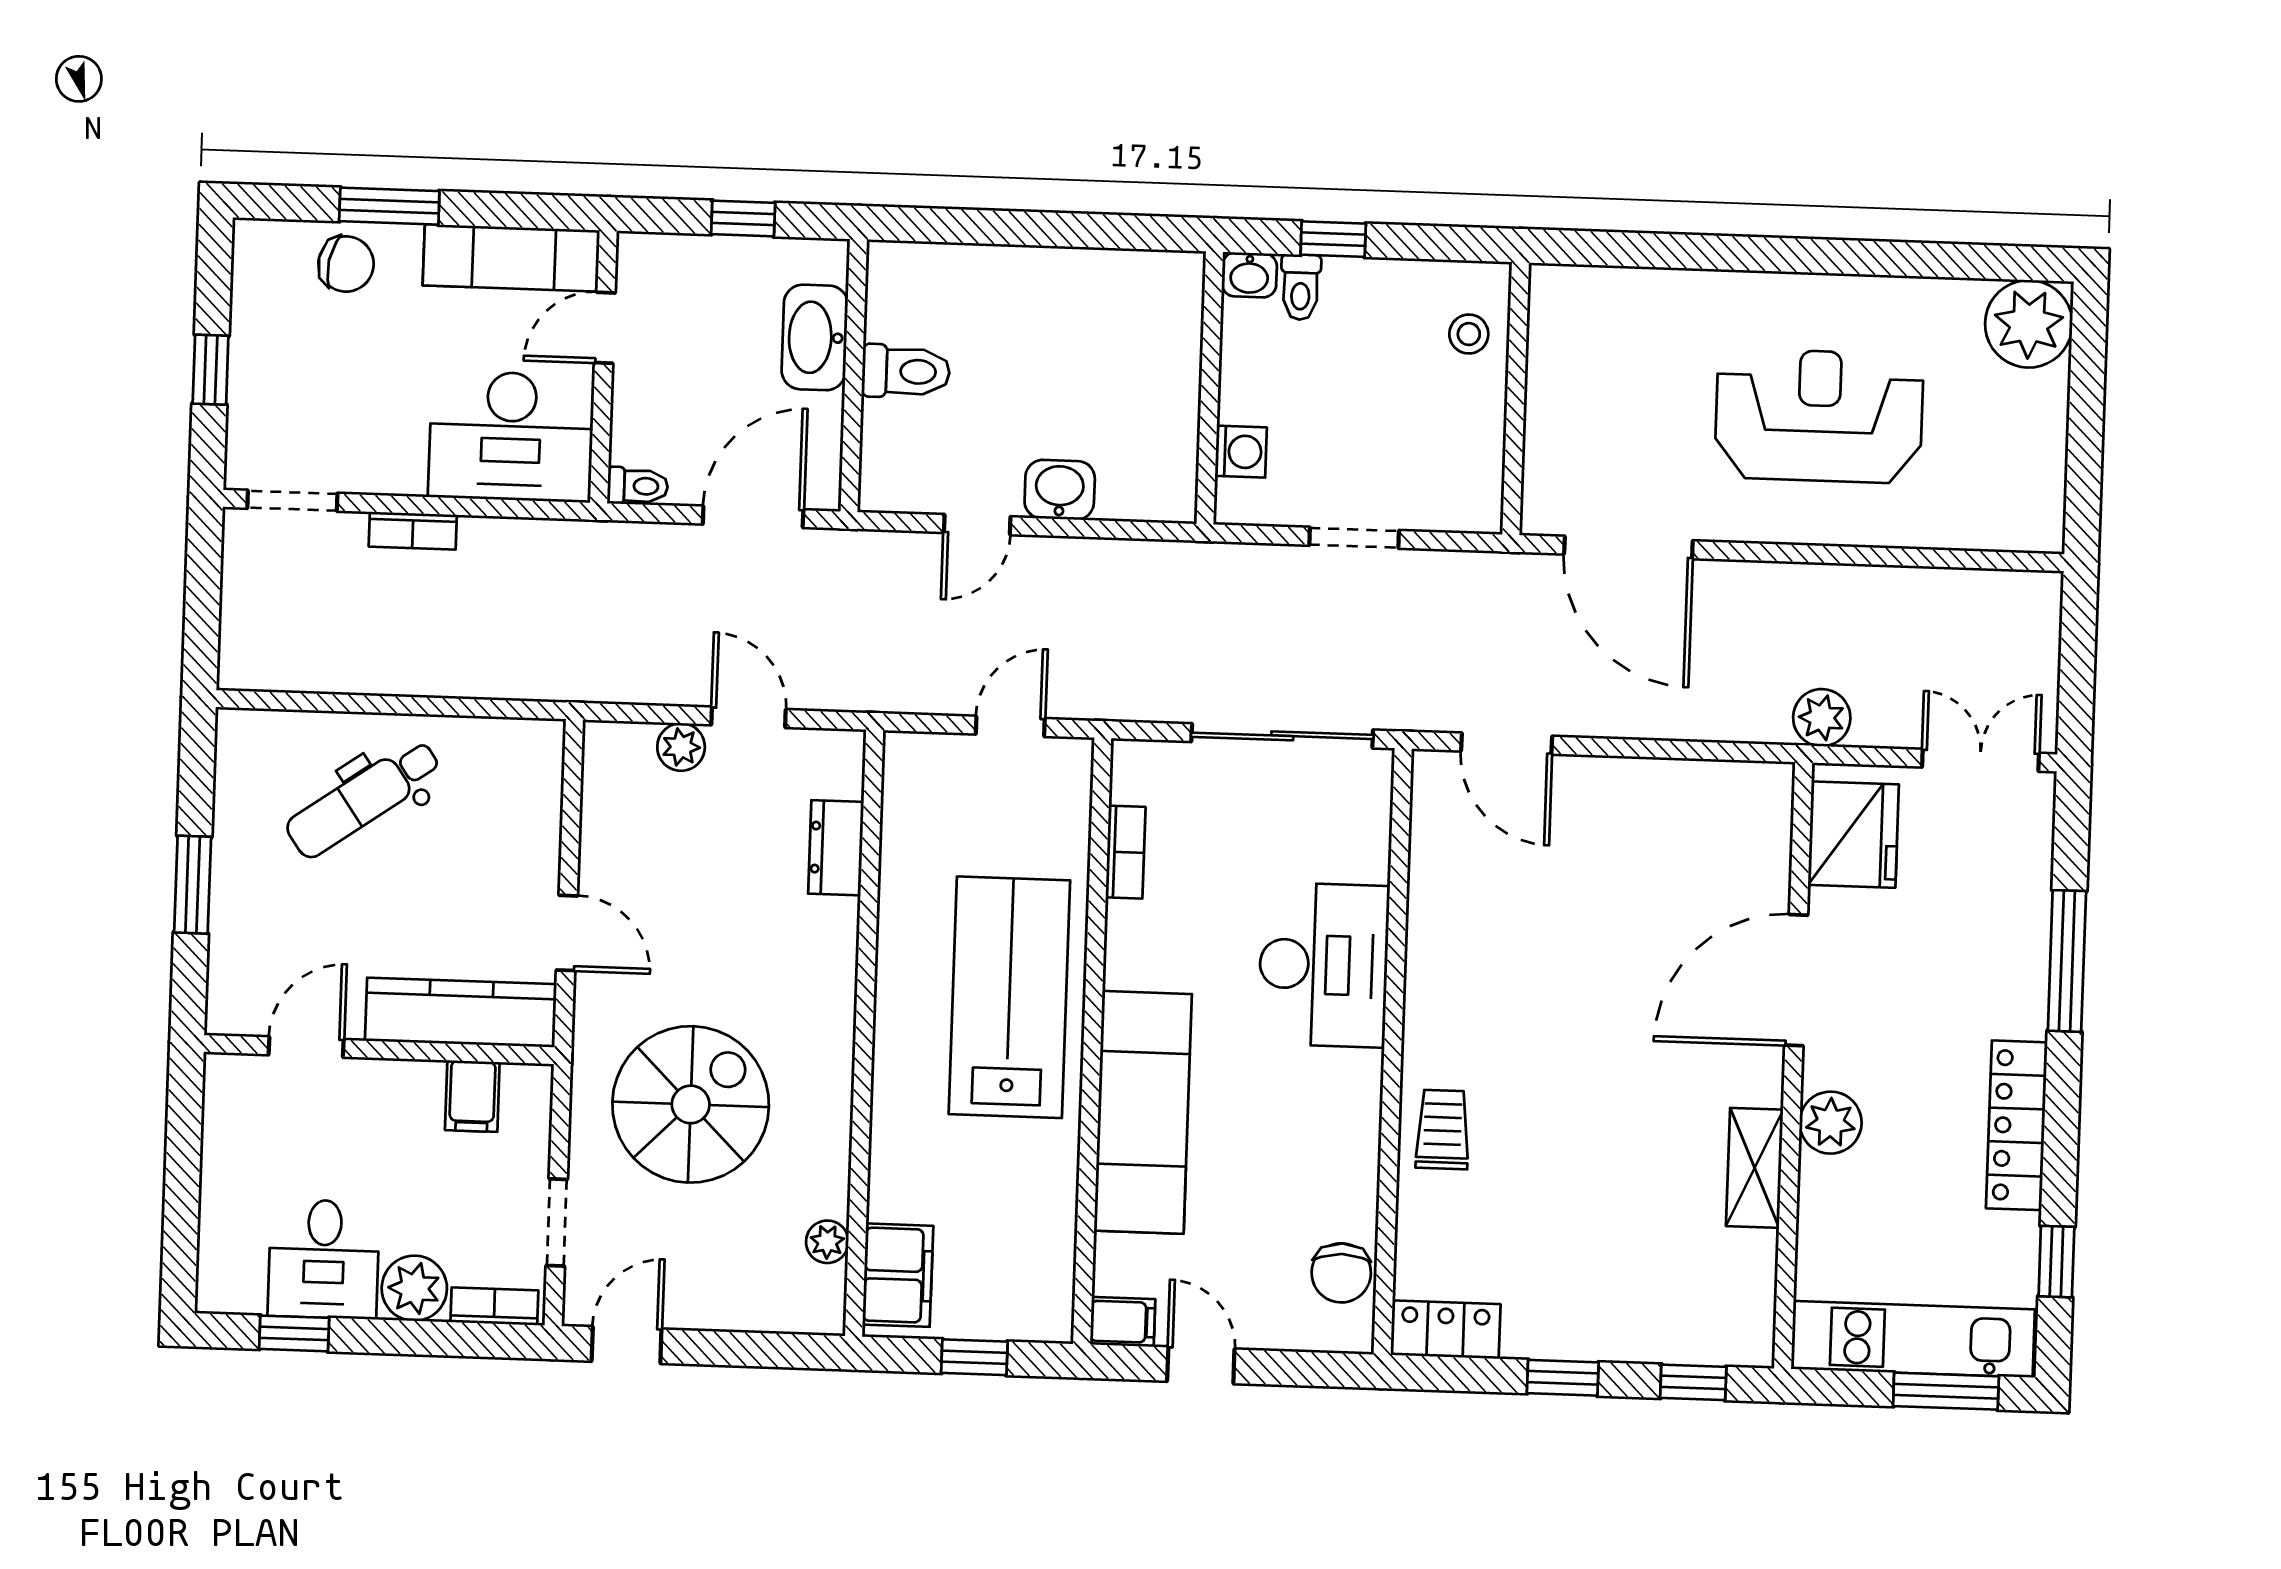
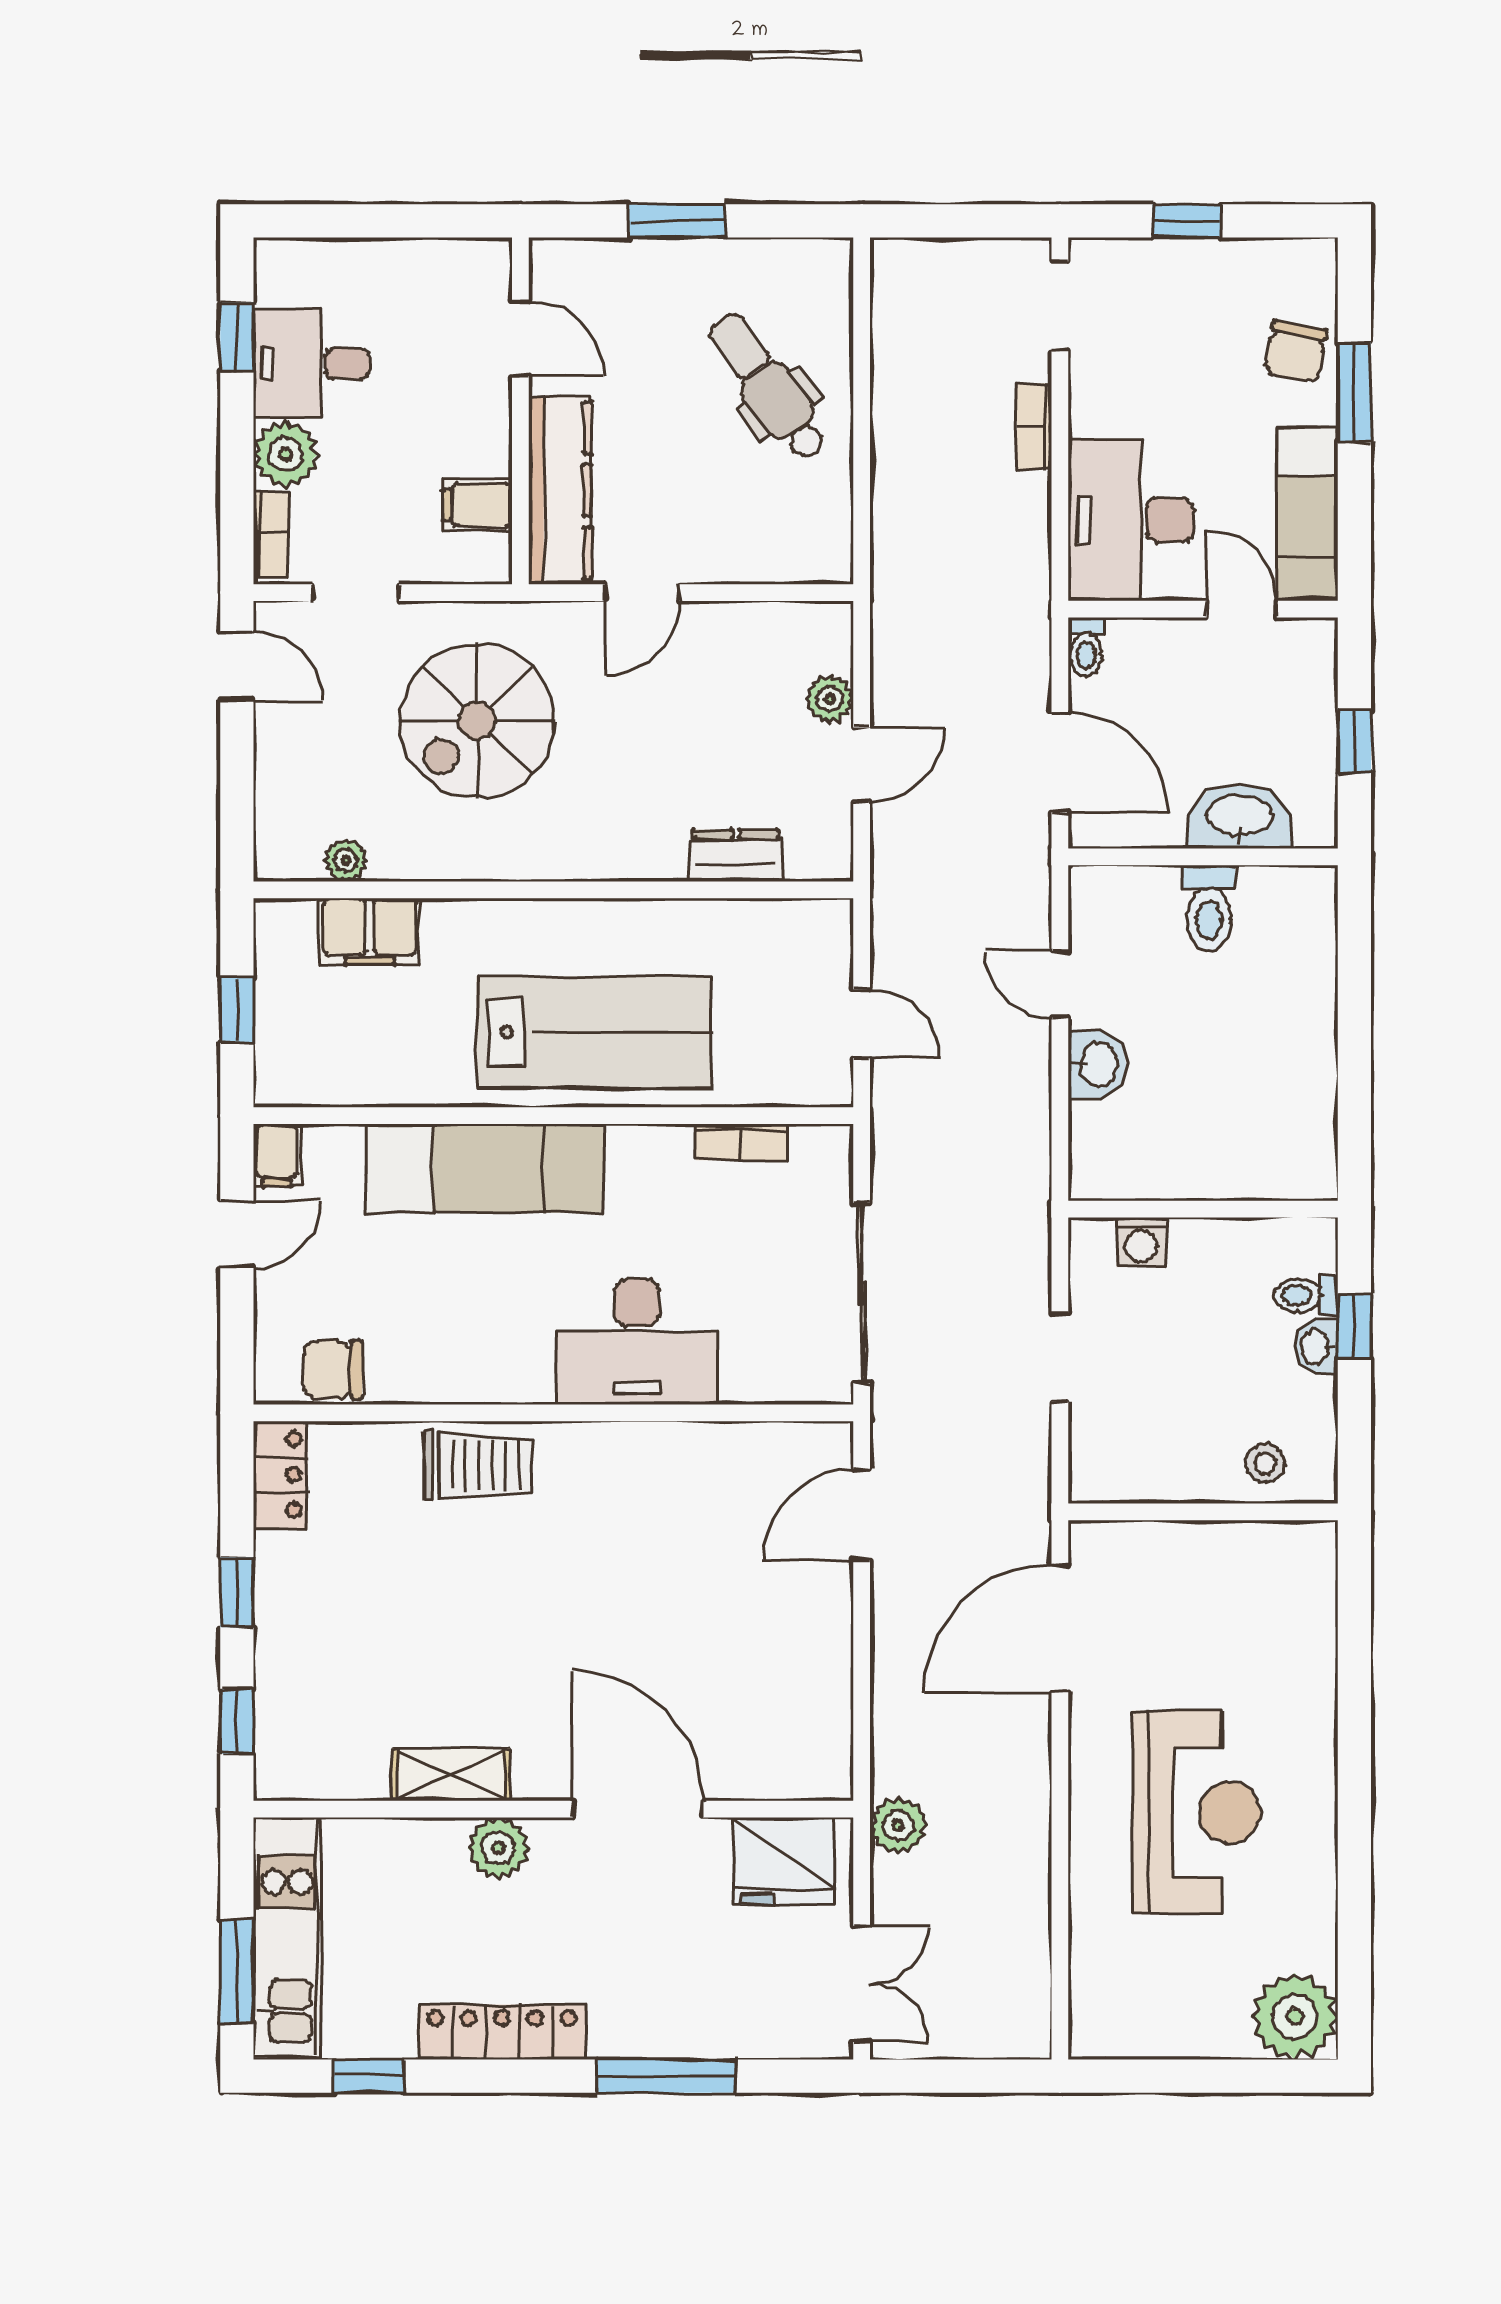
washbasin: (1249, 275) -> (1316, 1347), moved
spiral stairs: (691, 1104) -> (477, 721), turned 90
trolley: (1443, 1130) -> (478, 1465), width x1.36, depth x1.39
filing cabinet: (898, 1275) -> (370, 931), moved

